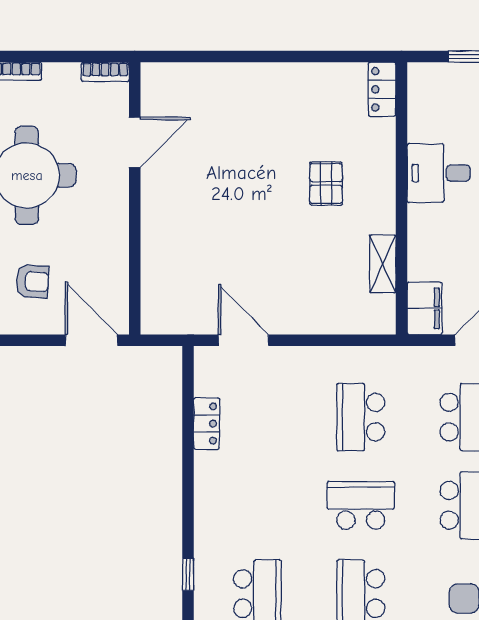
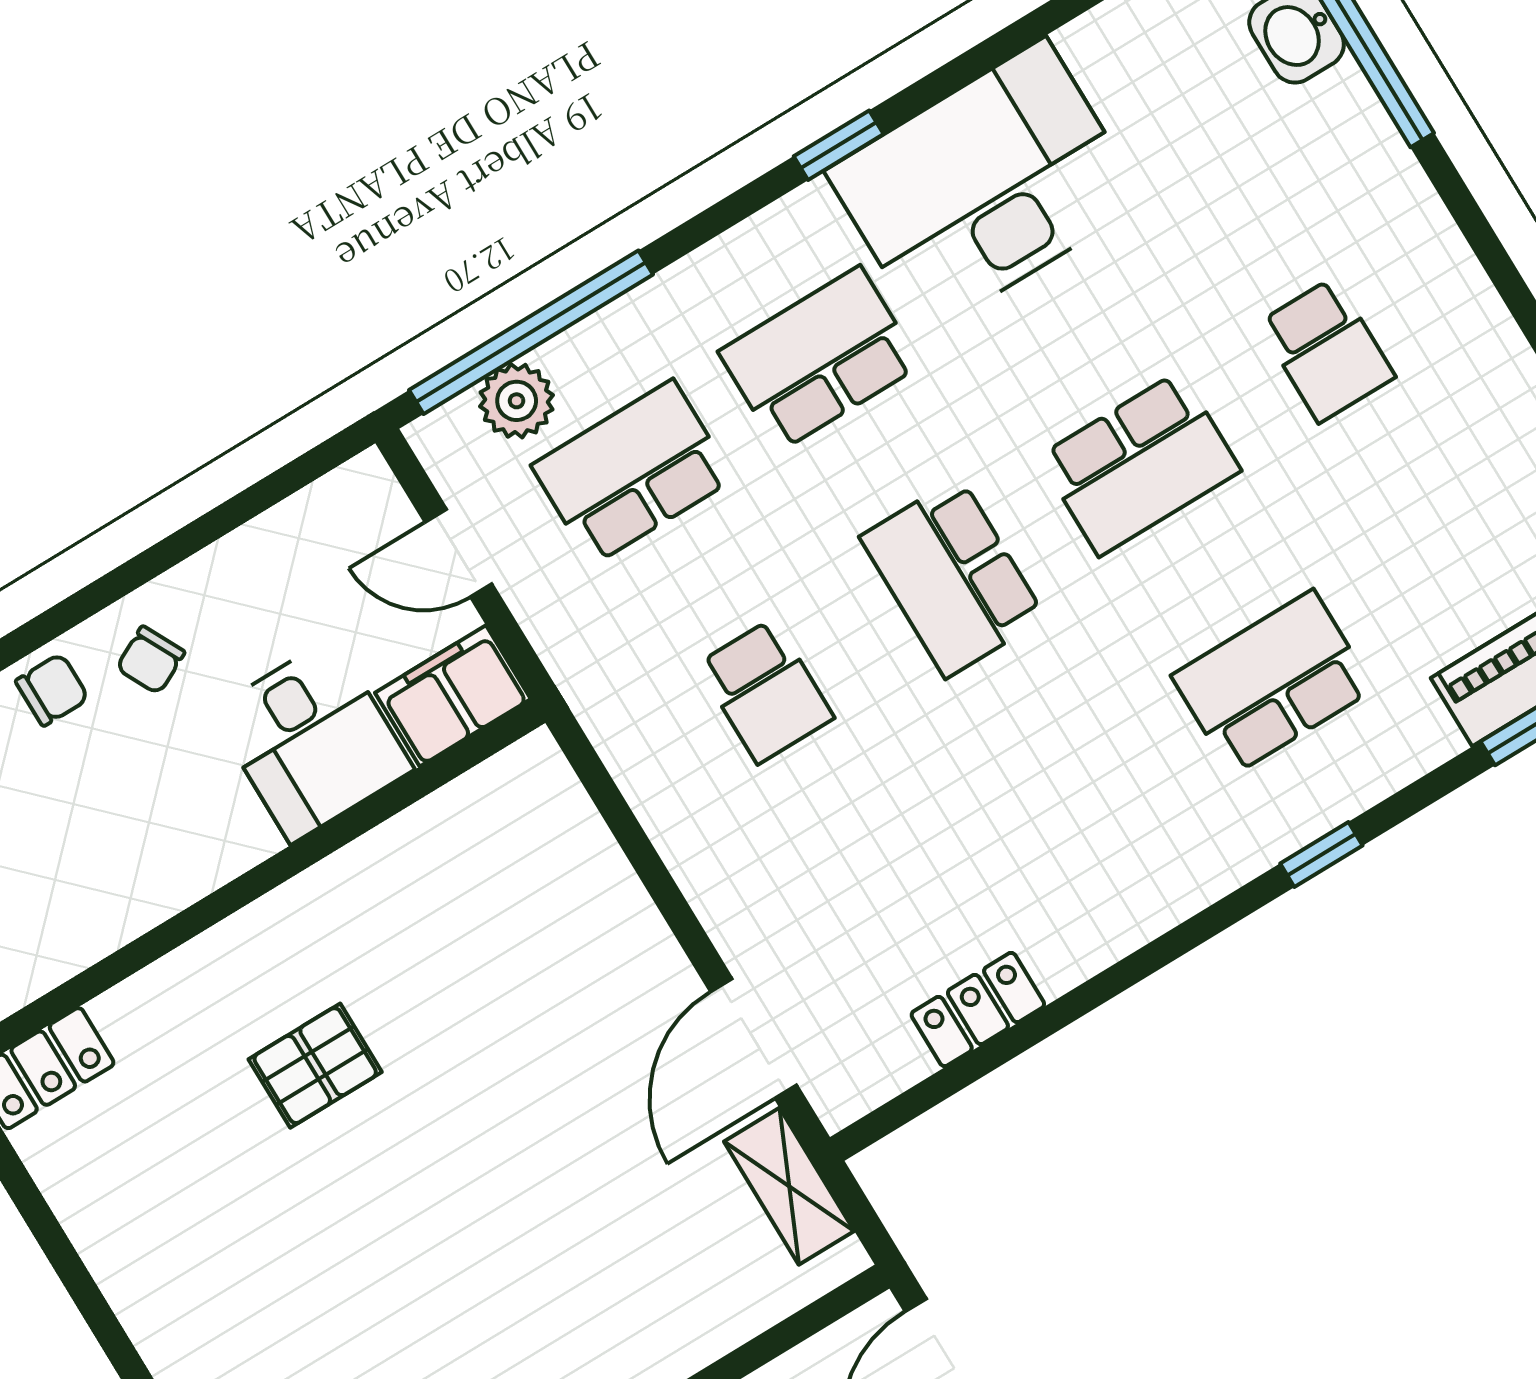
desk: (439, 173) -> (312, 740), moved
shelving: (383, 264) -> (789, 1186), moved, turned 90
school desk: (361, 417) -> (766, 691), width x0.54

